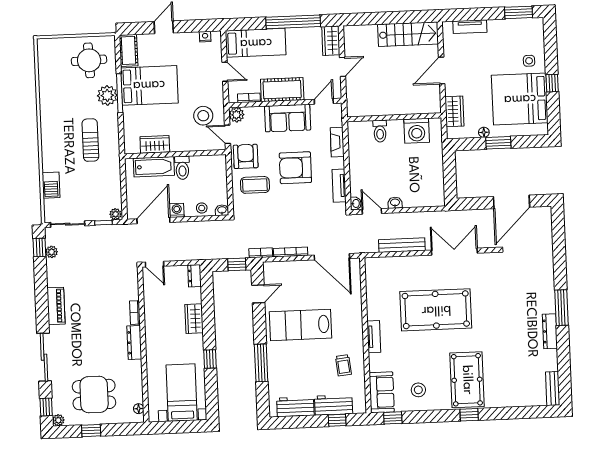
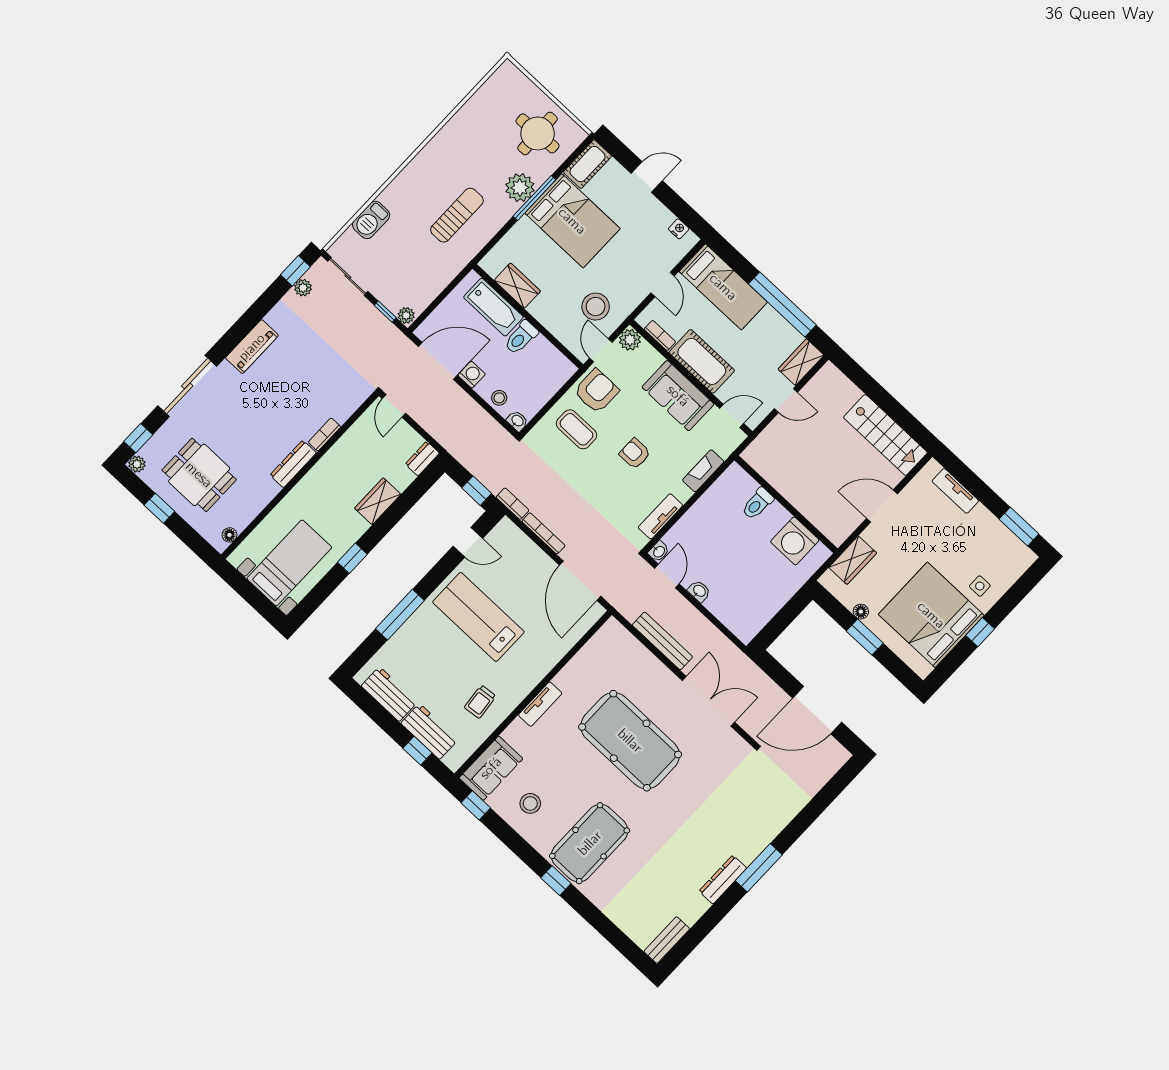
armchair: (295, 168) -> (635, 454), width x0.53, depth x0.53

